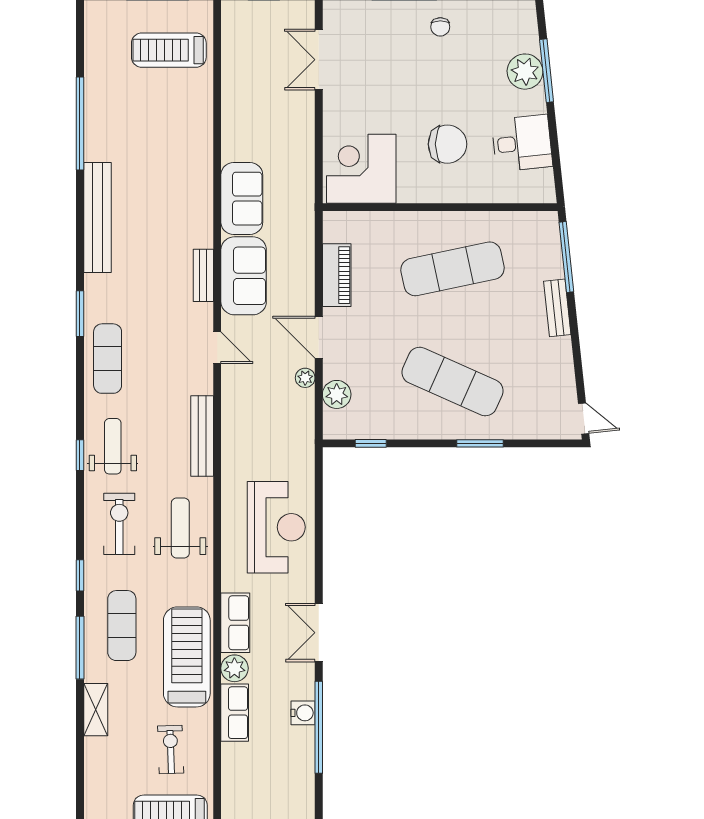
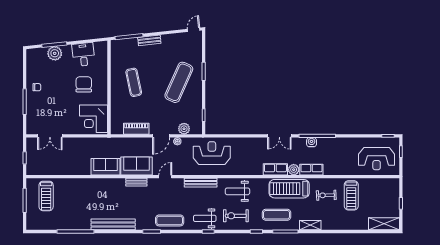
exercise mat: (453, 269) -> (134, 82), width x0.73, depth x0.69
reception desk: (276, 527) -> (212, 153), moved

